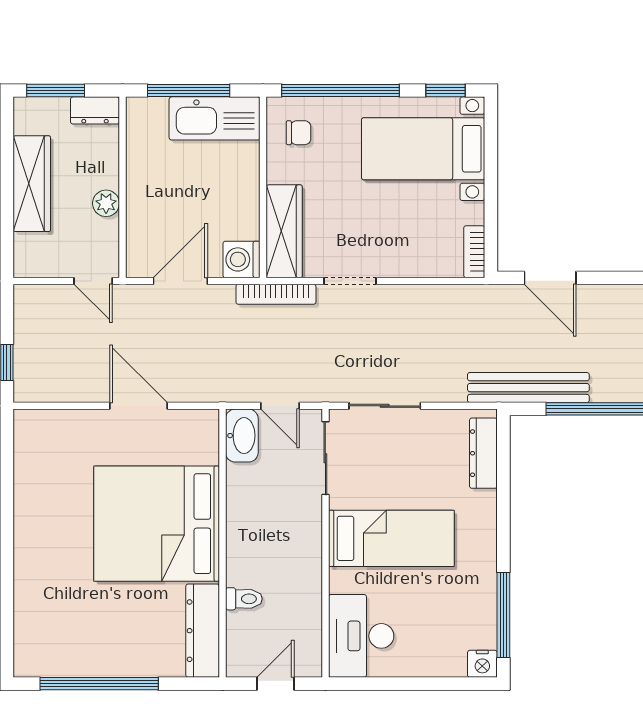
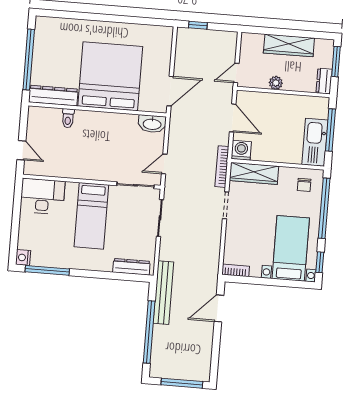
washbasin: (242, 436) -> (152, 124), moved
bed: (157, 524) -> (110, 76), moved
wall: (222, 543) -> (97, 109), moved
toilet: (244, 599) -> (68, 118), moved
dresser: (203, 631) -> (53, 96), moved

